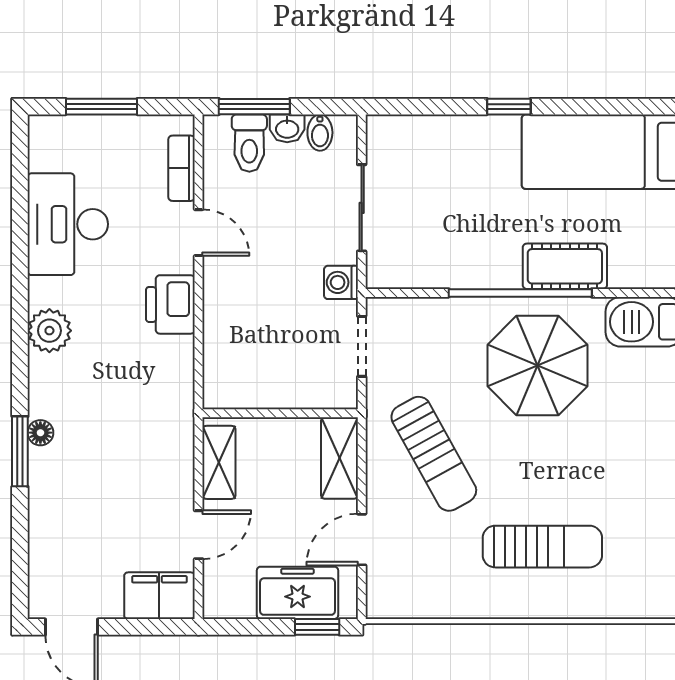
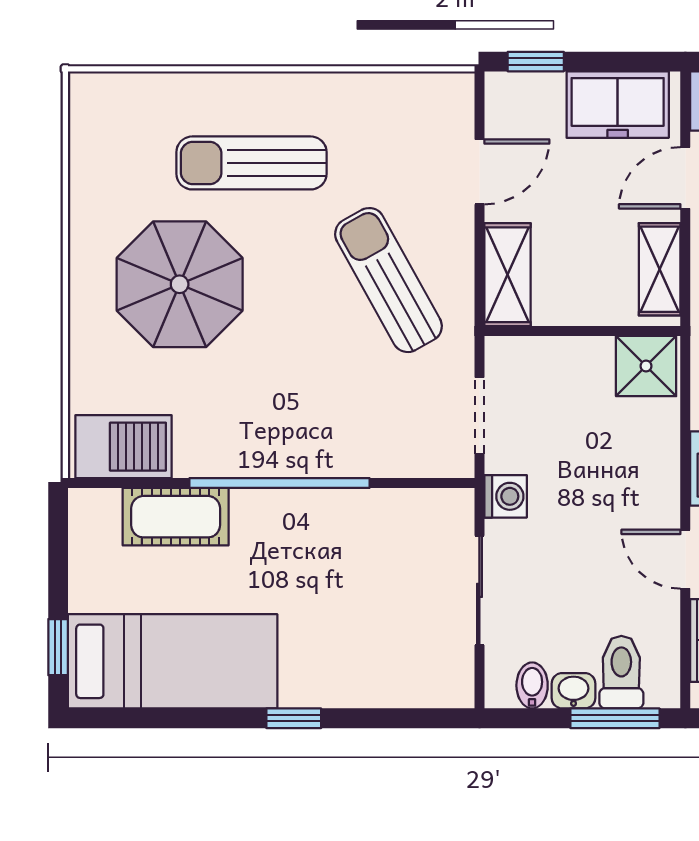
cot: (565, 266) -> (176, 517), moved
parasol: (537, 366) -> (180, 284), moved
shower: (230, 386) -> (646, 366), added
freezer: (298, 593) -> (618, 105), moved

